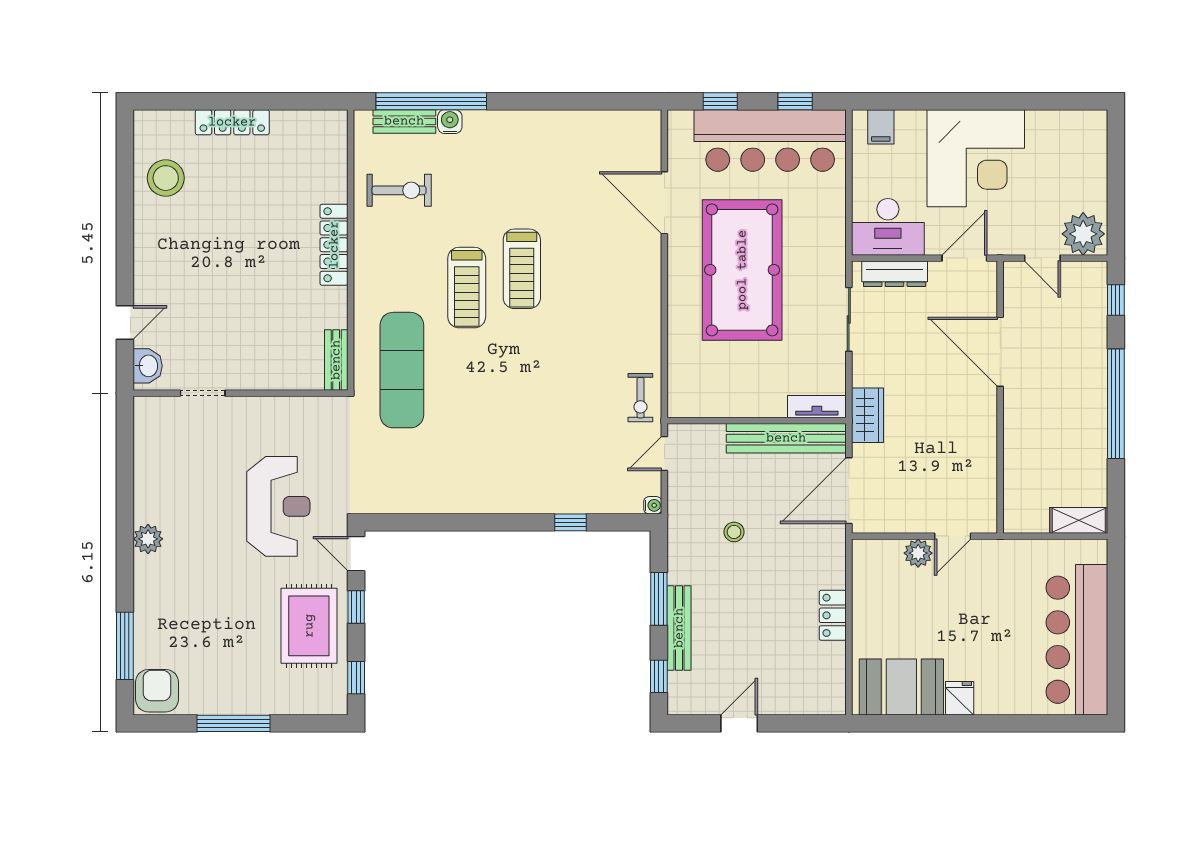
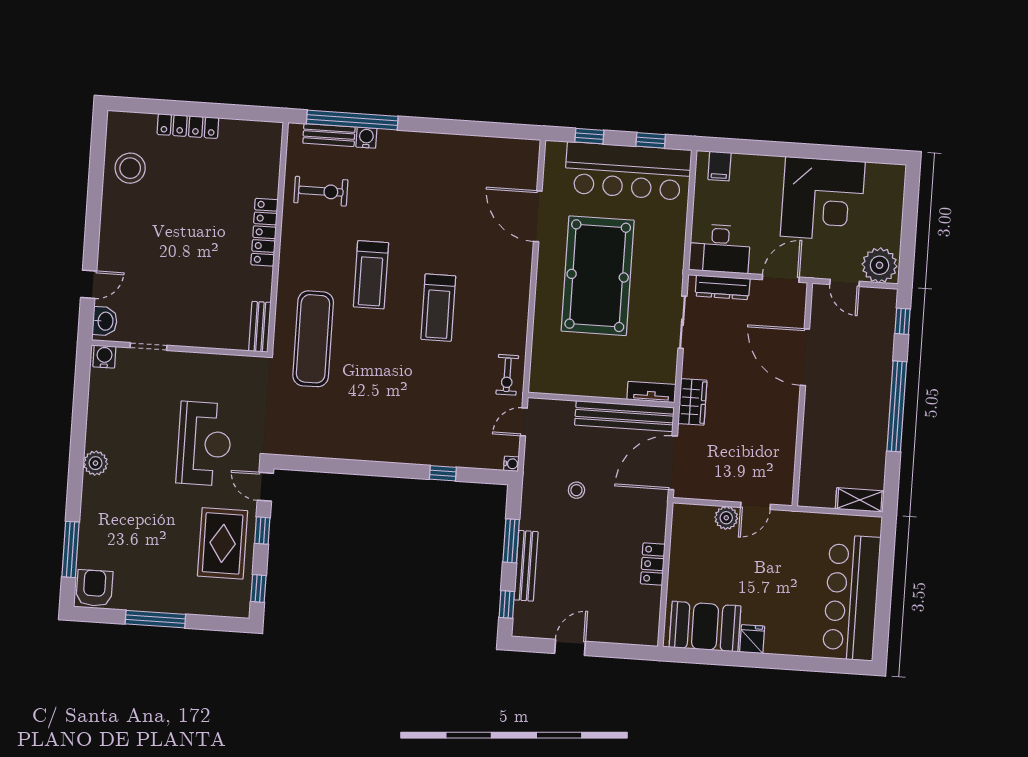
corner desk: (976, 158) -> (823, 199), moved
treadmill: (522, 269) -> (438, 308), moved
water cooler: (150, 409) -> (104, 357), added

